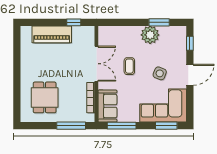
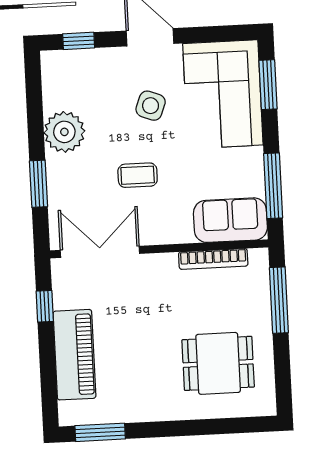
window: (159, 22) -> (39, 184), moved
window: (17, 44) -> (100, 432), added
double door: (96, 64) -> (100, 252), moved

